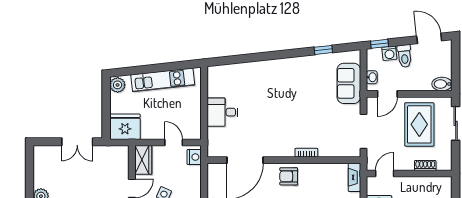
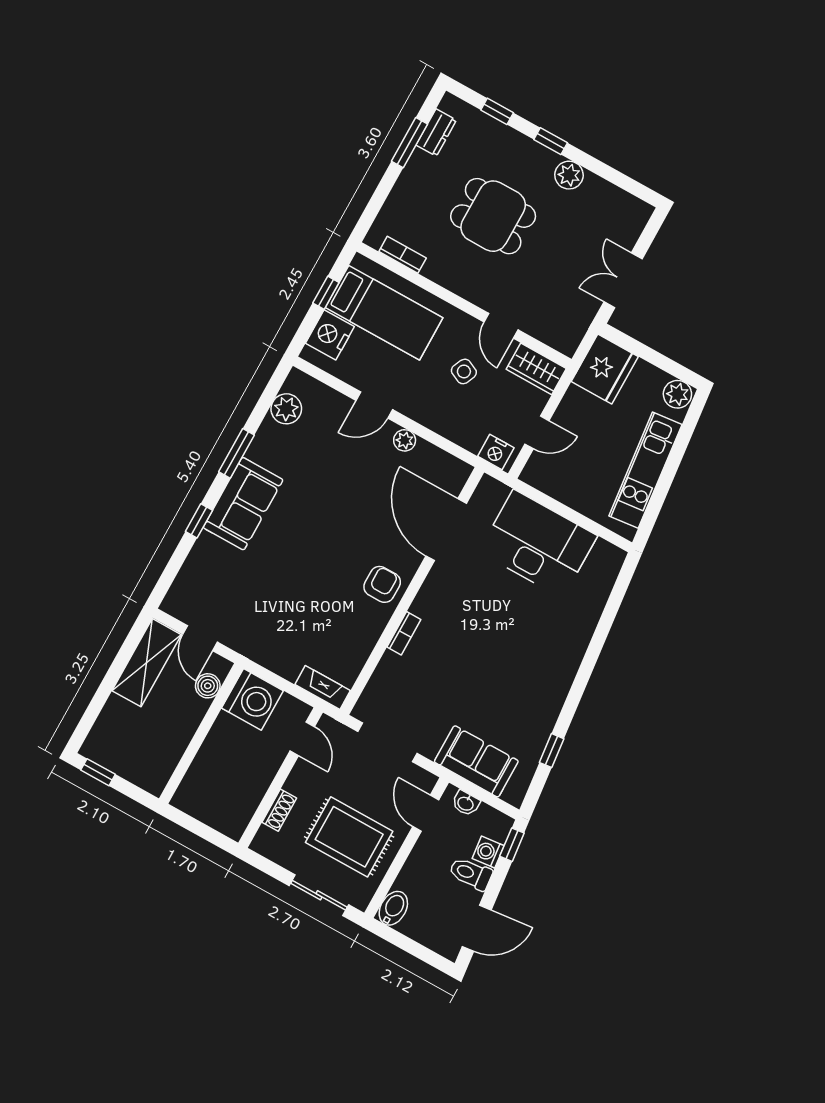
desk: (223, 112) -> (538, 544), width x1.87, depth x1.30

